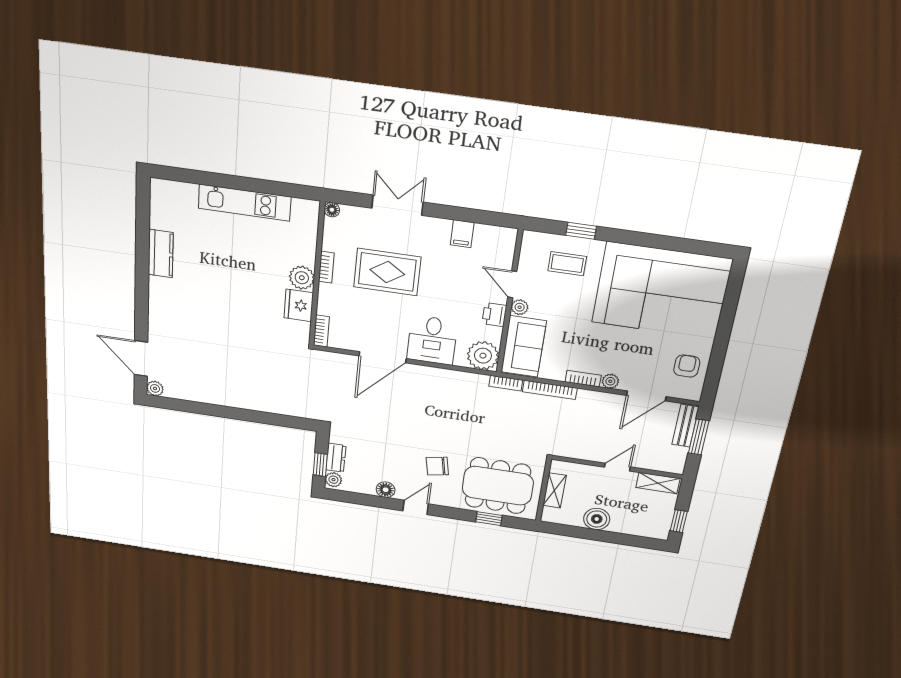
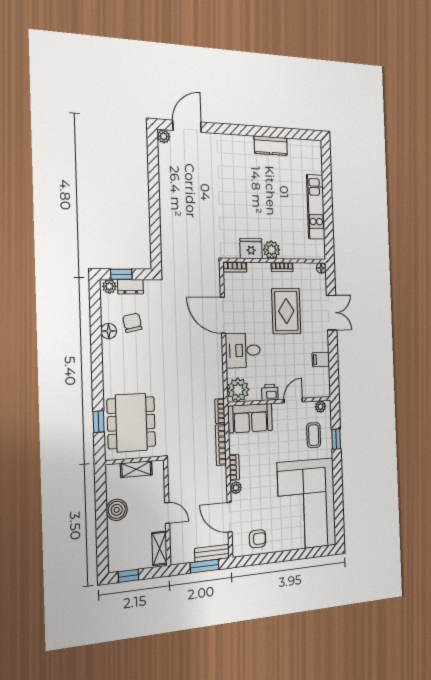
plant: (520, 307) -> (320, 407), moved
chair: (437, 466) -> (132, 323), moved
door: (416, 507) -> (97, 359), removed

